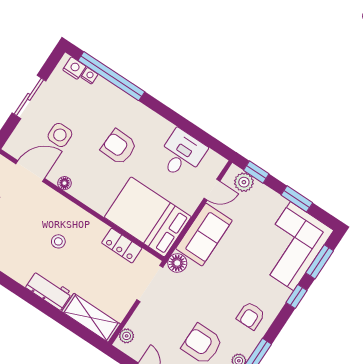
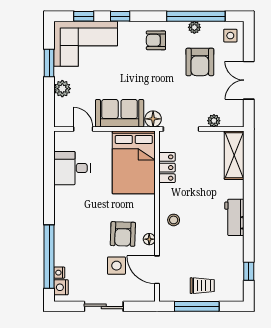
armchair: (119, 147) -> (123, 234), moved
window: (256, 172) -> (49, 105), removed
plant: (244, 182) -> (62, 89), moved
stool: (58, 241) -> (174, 220), moved
window: (320, 262) -> (84, 16), width x0.67
workbench: (49, 290) -> (234, 217), moved
armchair: (251, 316) -> (156, 40), turned 180
plant: (127, 336) -> (214, 121), moved

